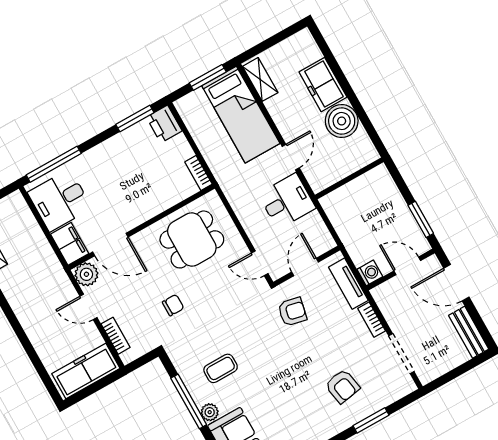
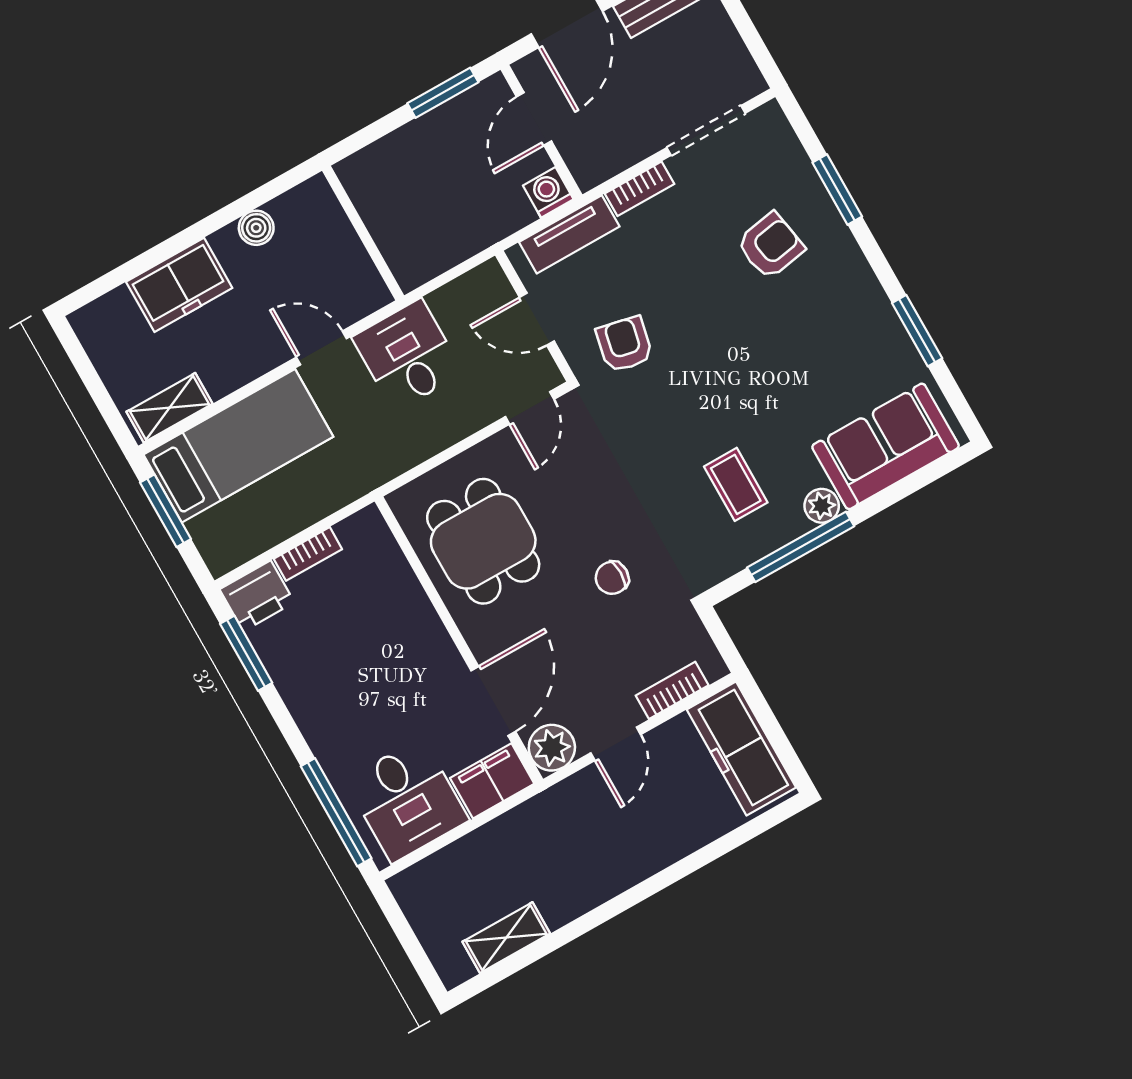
boiler: (342, 121) -> (256, 228), width x0.54, depth x0.54
bookcase: (198, 173) -> (308, 554), moved
chair: (173, 305) -> (612, 578), turned -90

